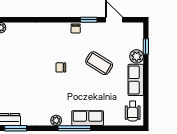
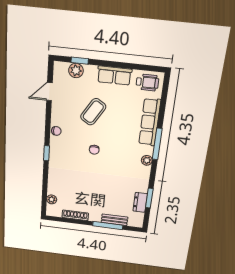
window: (89, 20) -> (46, 153), moved
plant: (137, 56) -> (76, 71), moved
row of seats: (88, 118) -> (150, 122), width x1.48

